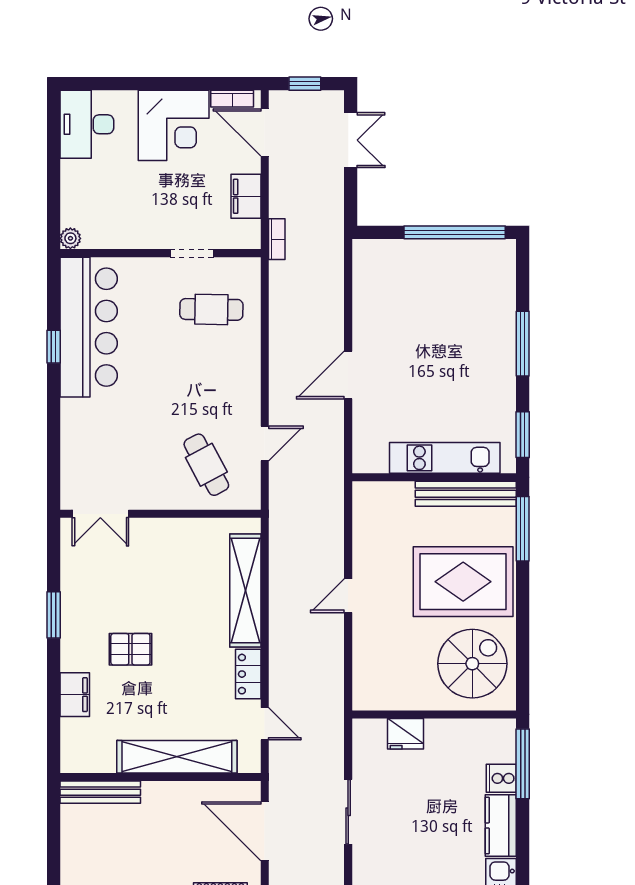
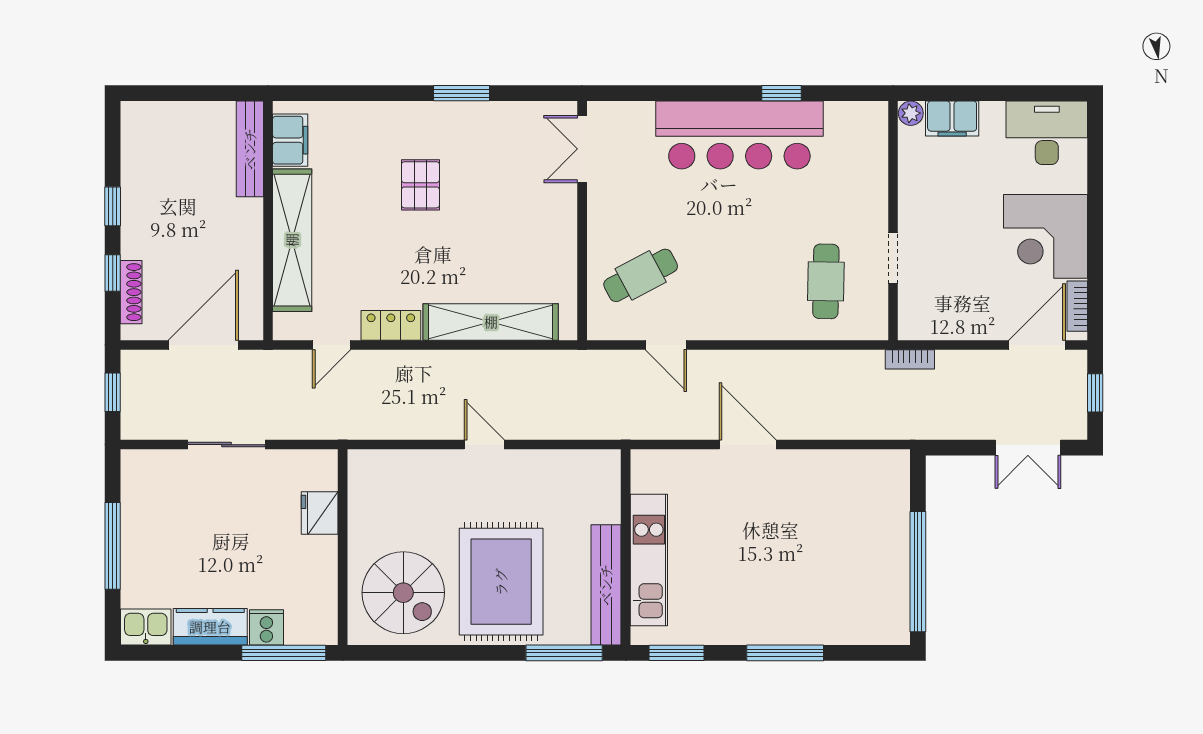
filing cabinet: (246, 196) -> (952, 119), moved, turned 180
bar counter: (89, 327) -> (739, 135), moved
filing cabinet: (75, 695) -> (290, 140), moved, turned -90

